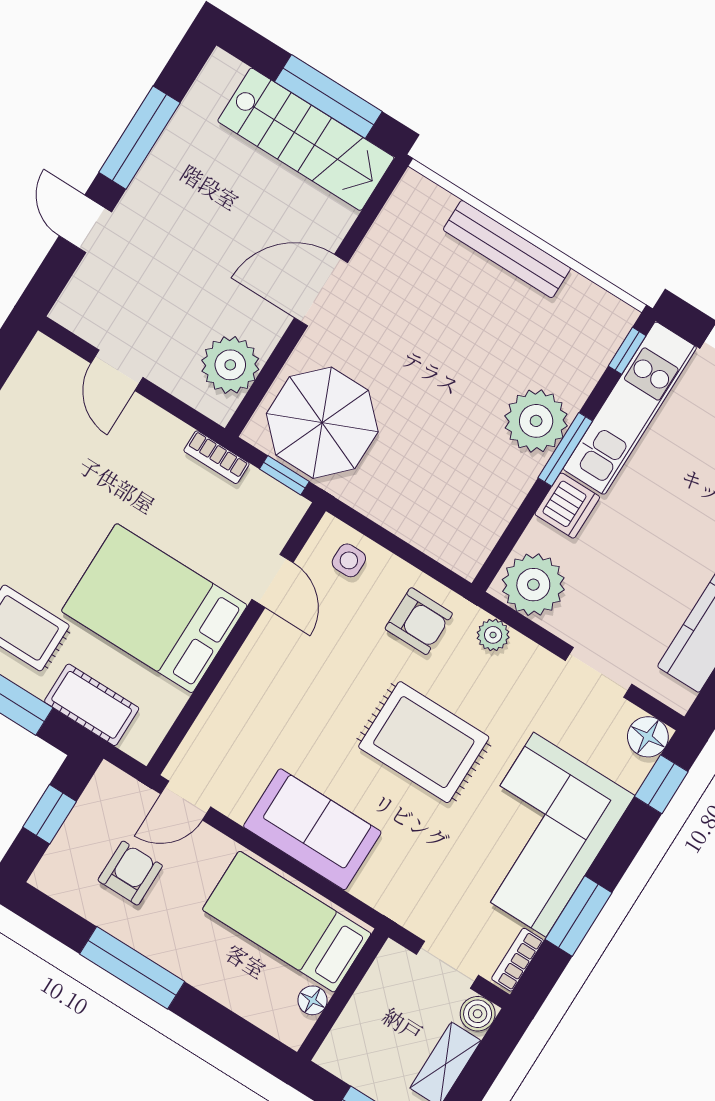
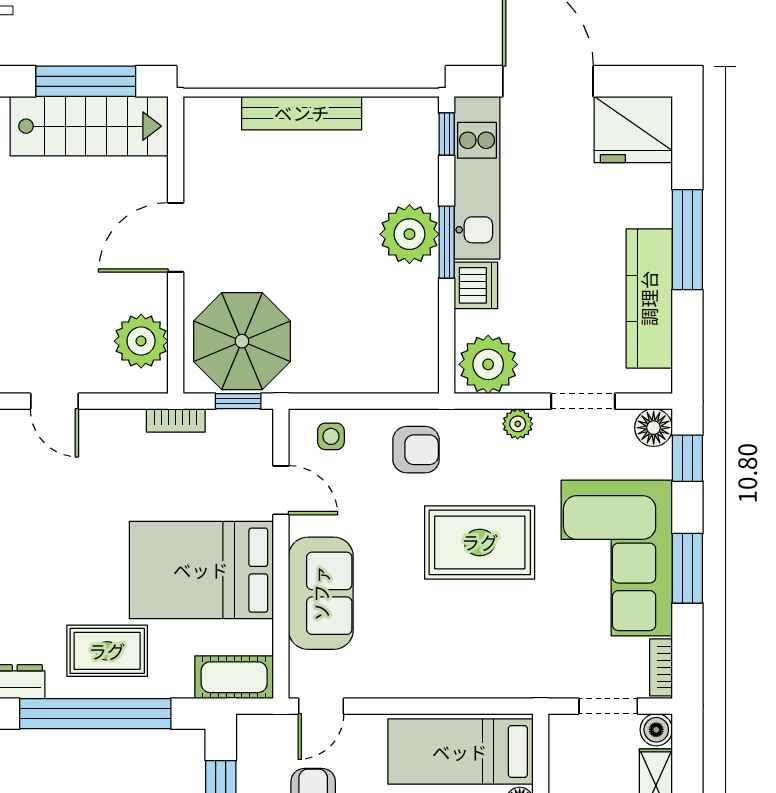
plant: (493, 635) -> (518, 424), moved
cot: (92, 705) -> (234, 677), moved
sofa: (312, 829) -> (321, 593), moved, turned 90
window: (579, 916) -> (687, 568), moved

